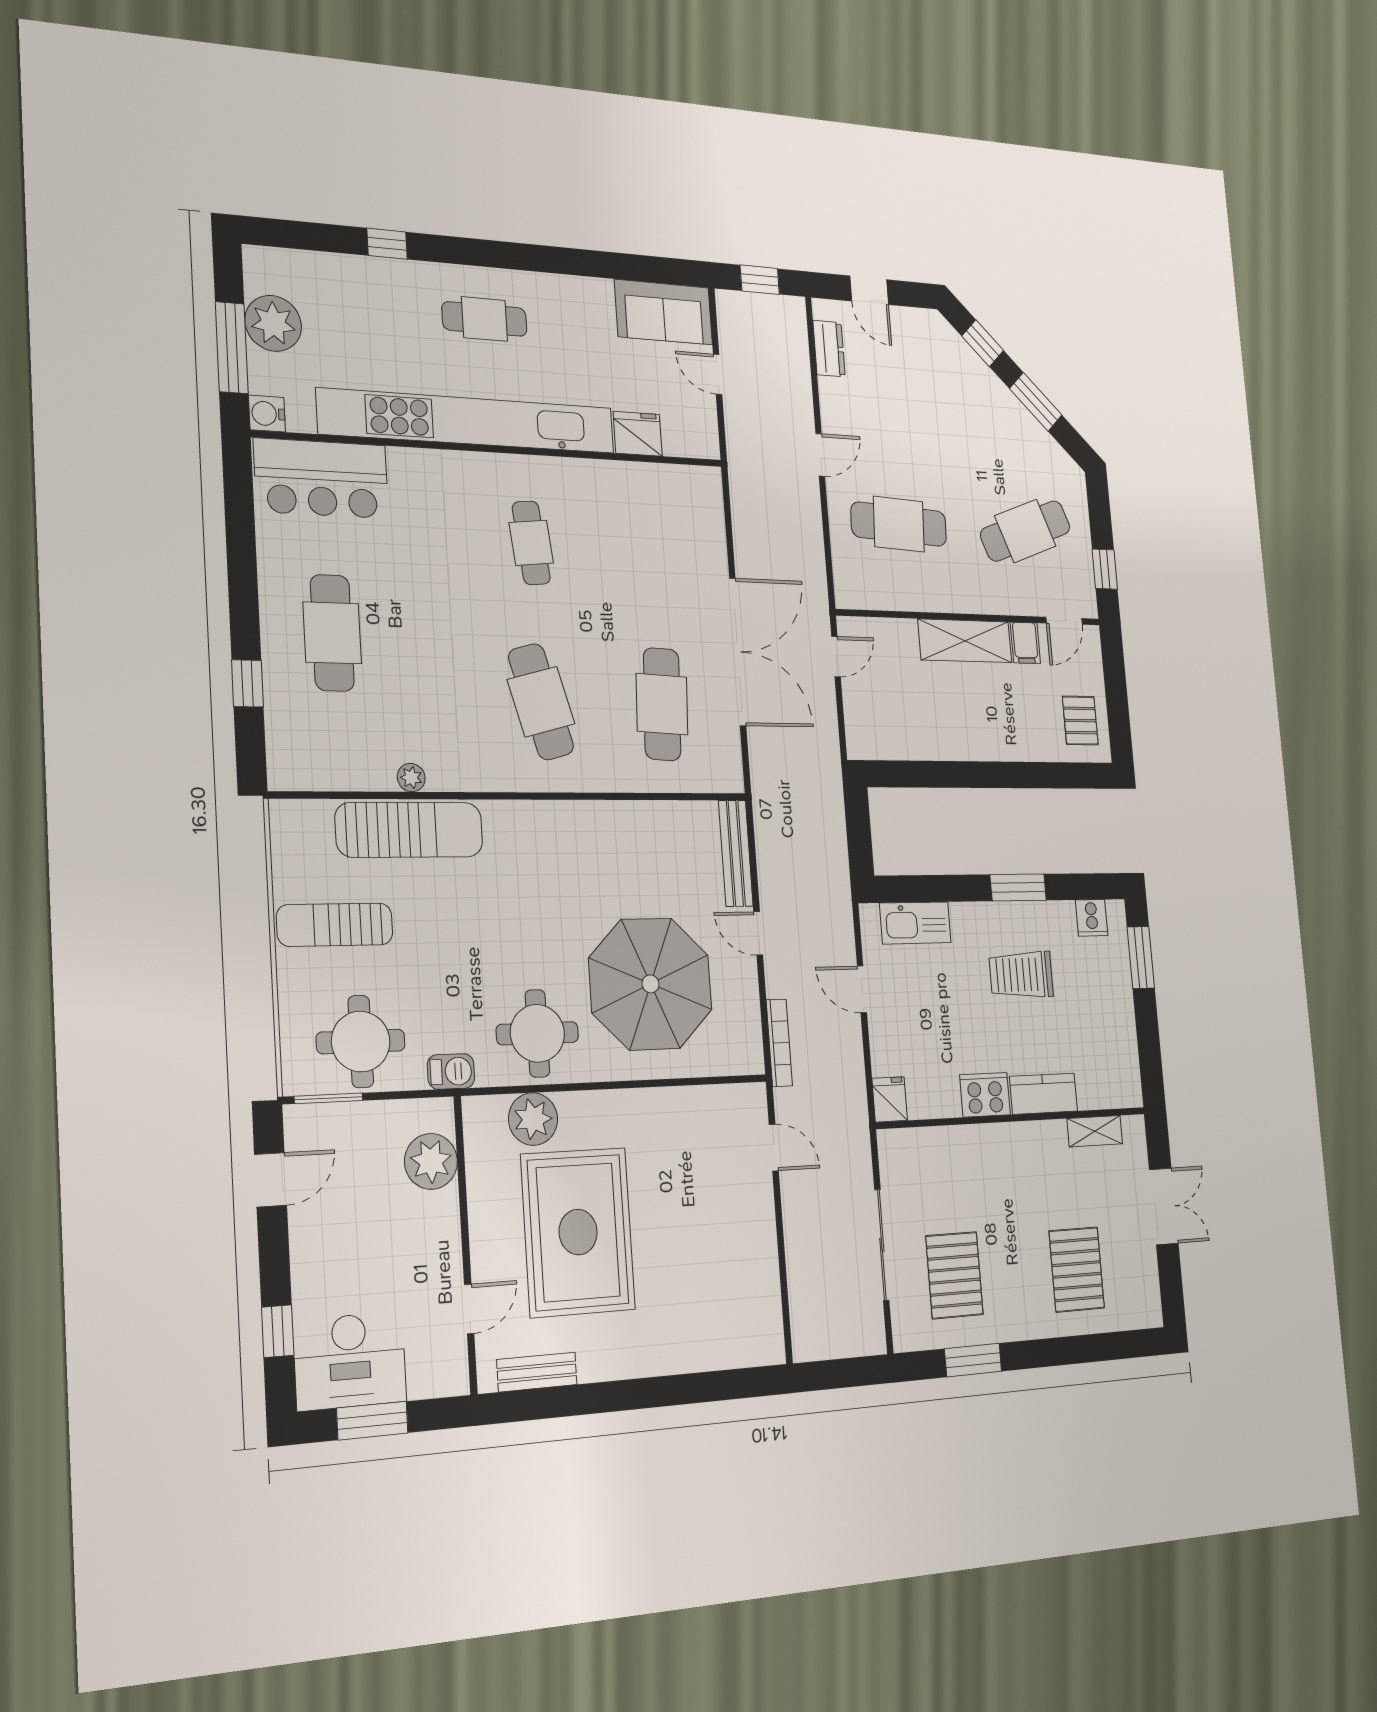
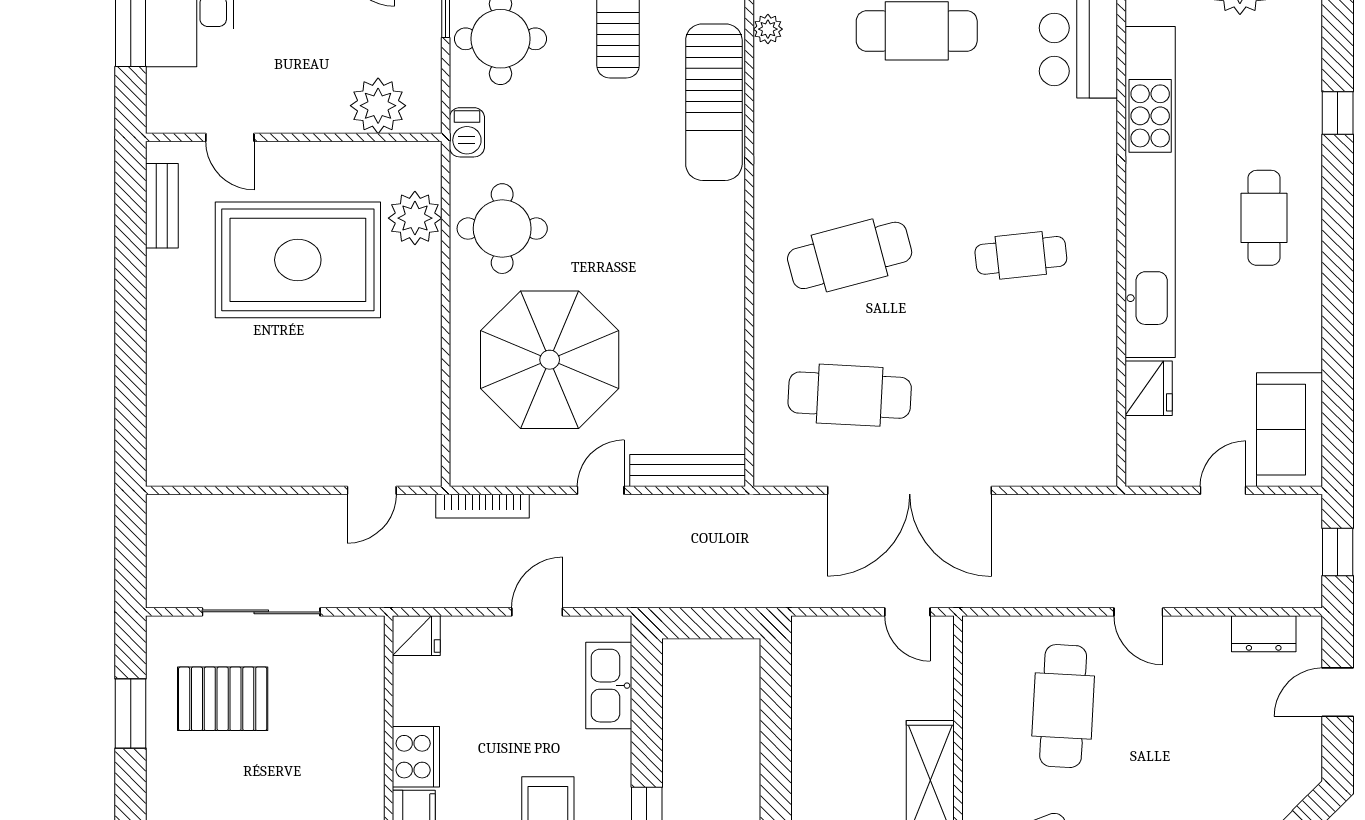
plant: (411, 778) -> (768, 29), moved

